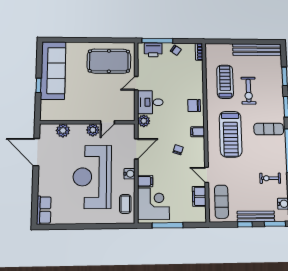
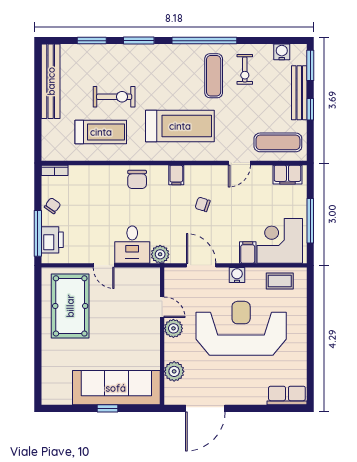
sofa: (53, 70) -> (116, 388), moved
treadmill: (225, 82) -> (101, 132), turned 180
exercise mat: (269, 129) -> (214, 76), moved
reception desk: (92, 177) -> (241, 328), turned 180
filing cabinet: (199, 196) -> (287, 175), moved

